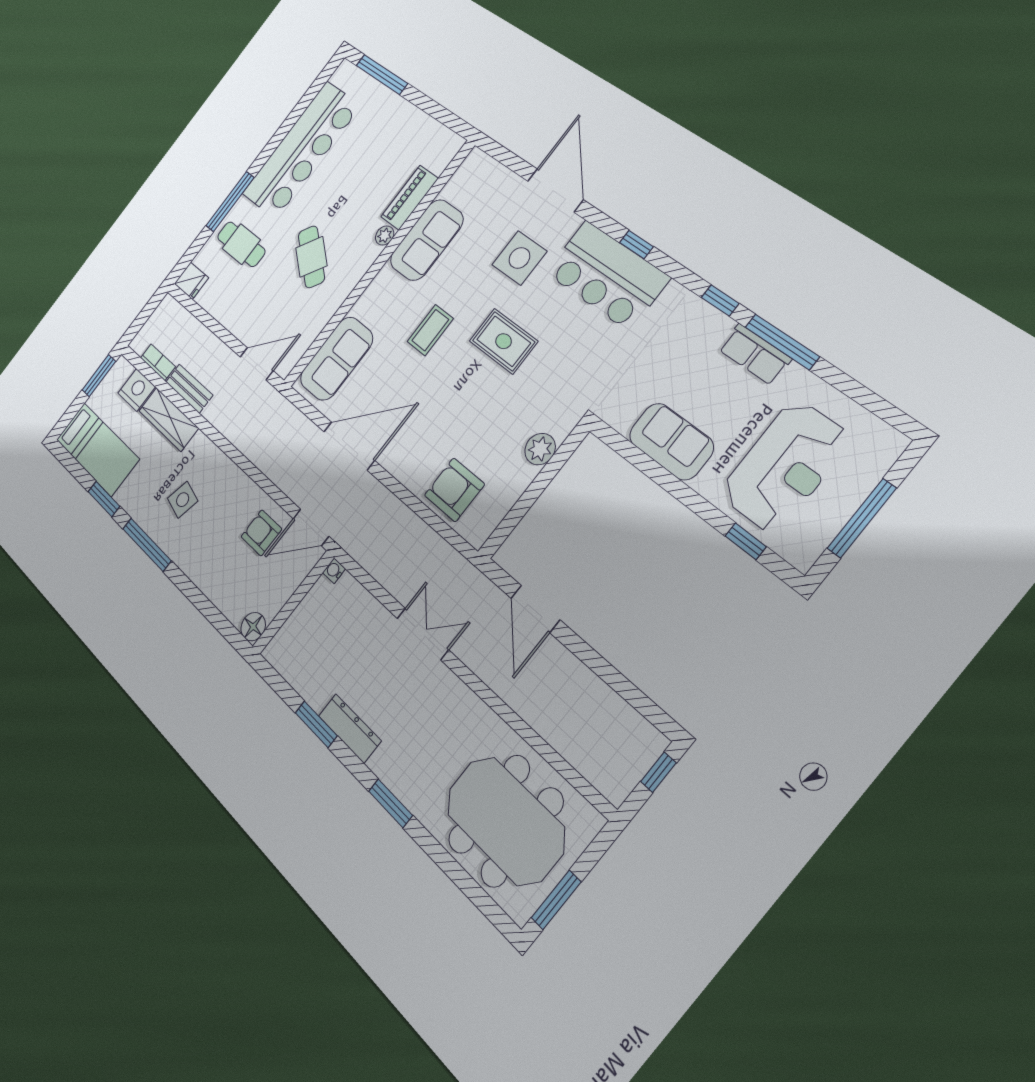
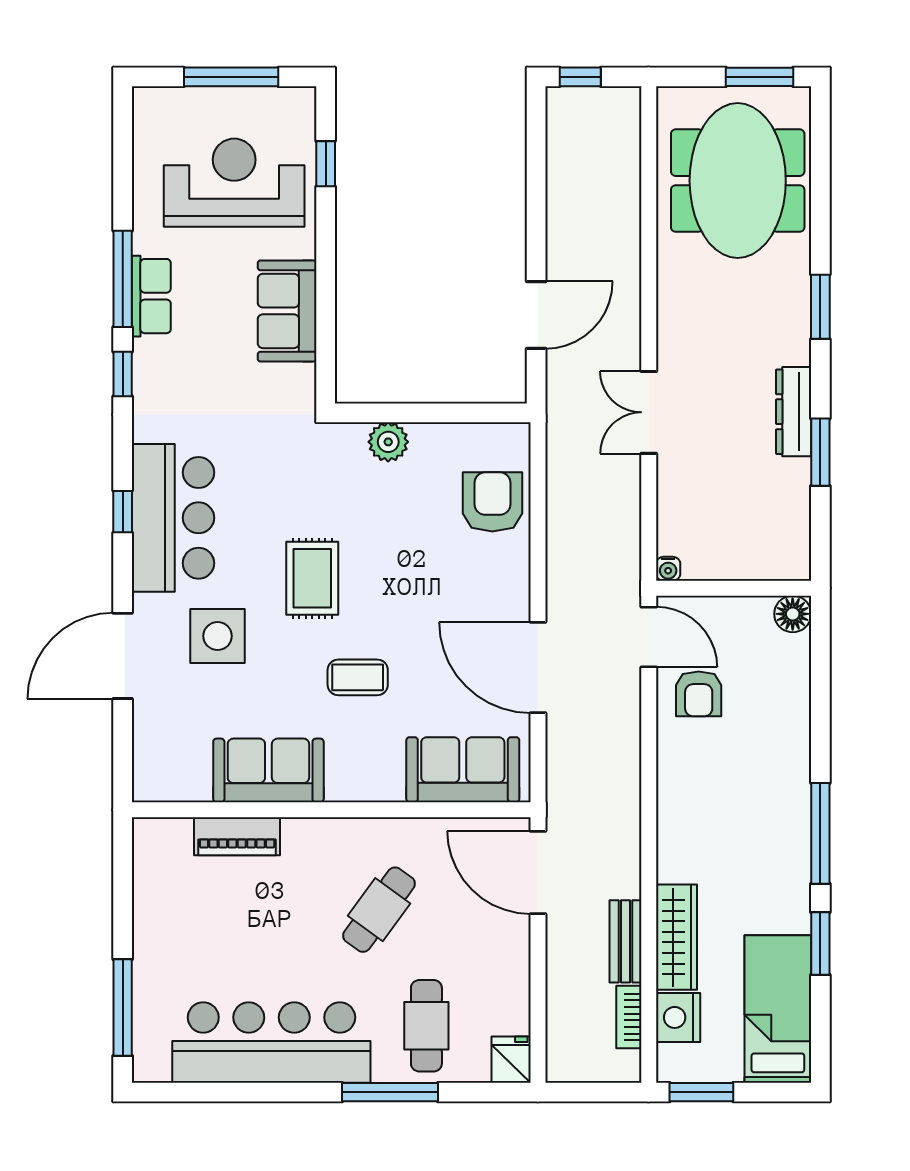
plant: (385, 236) -> (297, 831), removed
door: (257, 364) -> (538, 872), width x1.36
armchair: (454, 490) -> (492, 502), turned 180
side table: (183, 500) -> (742, 831), removed

